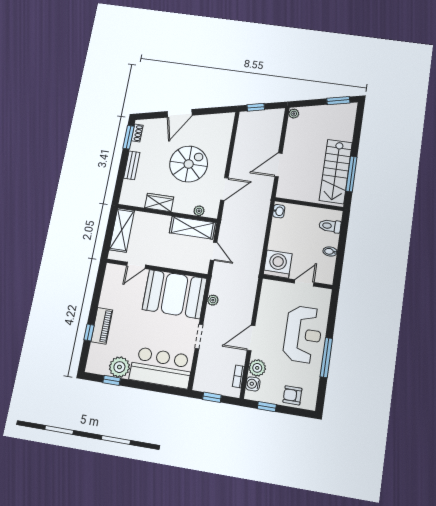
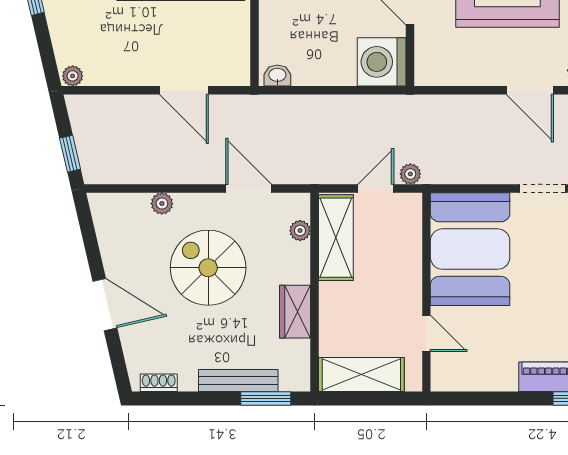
window: (128, 137) -> (266, 398), moved
plant: (224, 147) -> (162, 204), added
bench: (132, 165) -> (238, 381), width x1.36
plant: (213, 300) -> (410, 174), moved

